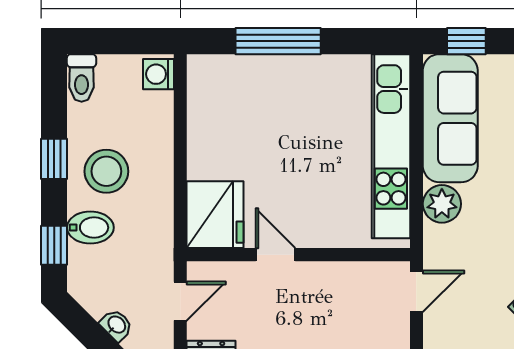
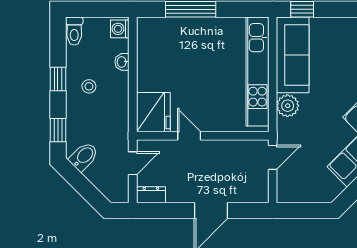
stool: (106, 171) -> (89, 86), width x0.53, depth x0.53
bidet: (90, 228) -> (84, 157), moved, turned -45
washbasin: (116, 325) -> (122, 62), moved, turned -135

